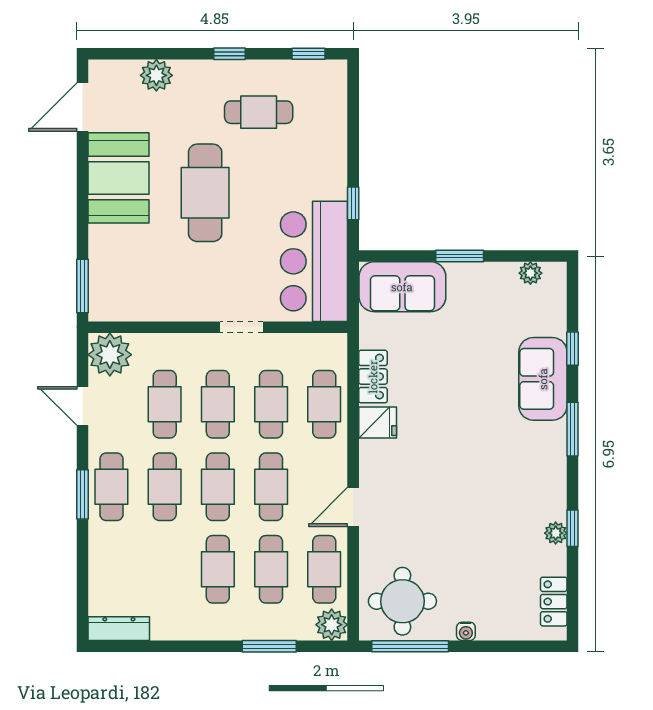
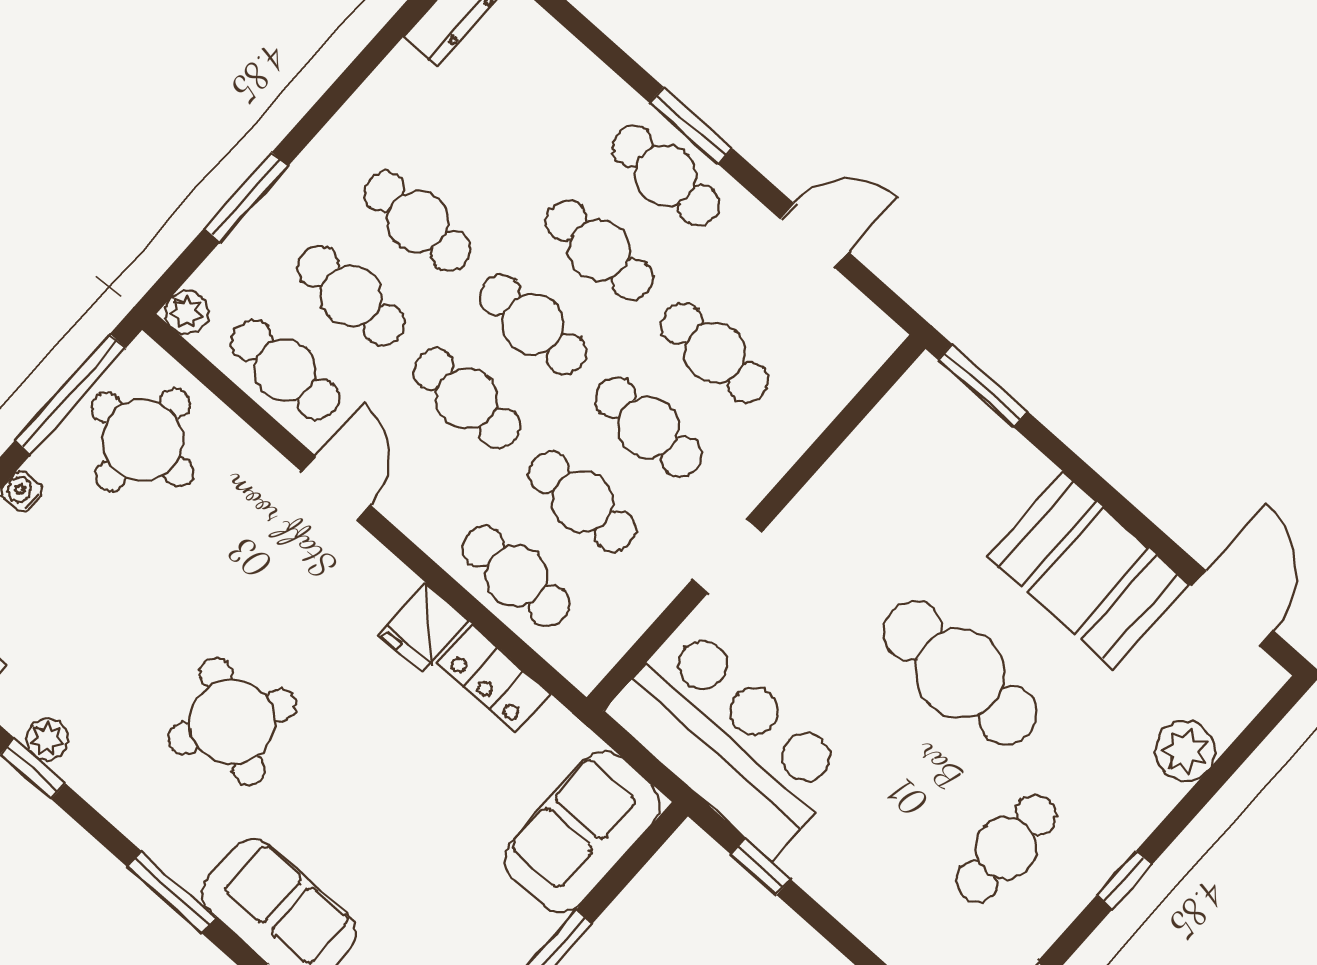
plant: (110, 355) -> (853, 338), removed
round table: (483, 465) -> (232, 722), added
plant: (332, 625) -> (187, 312), width x0.73, depth x0.73

